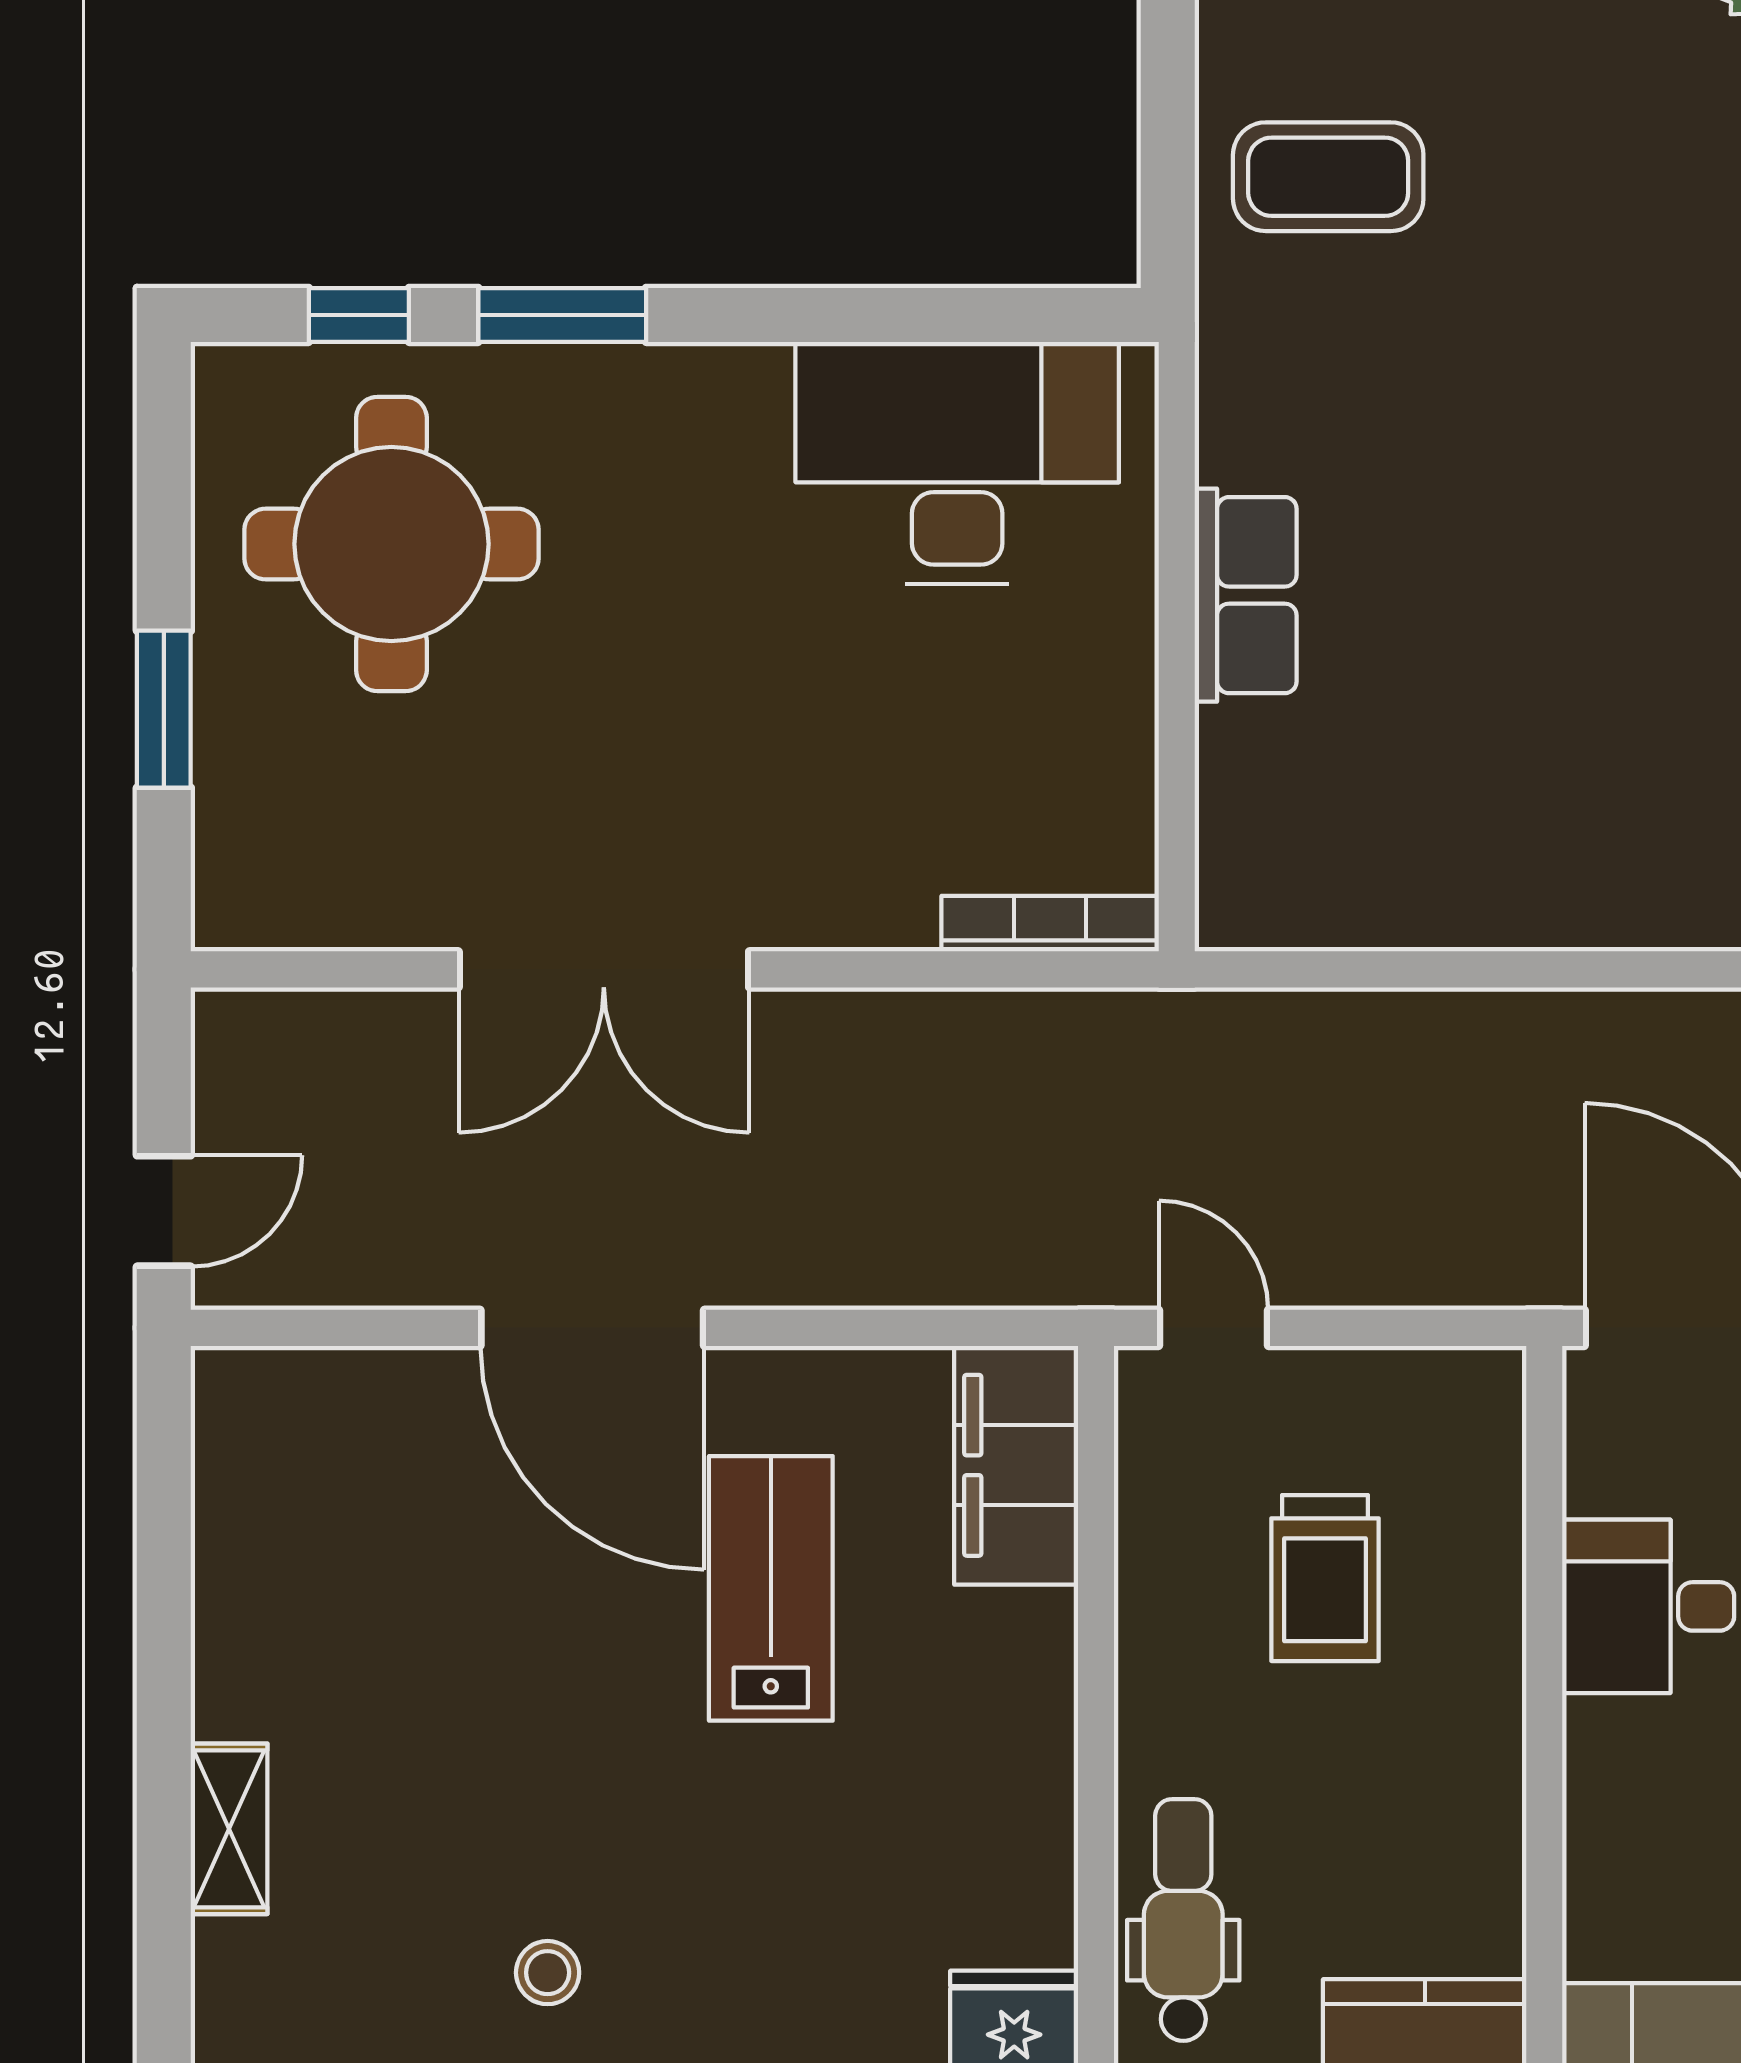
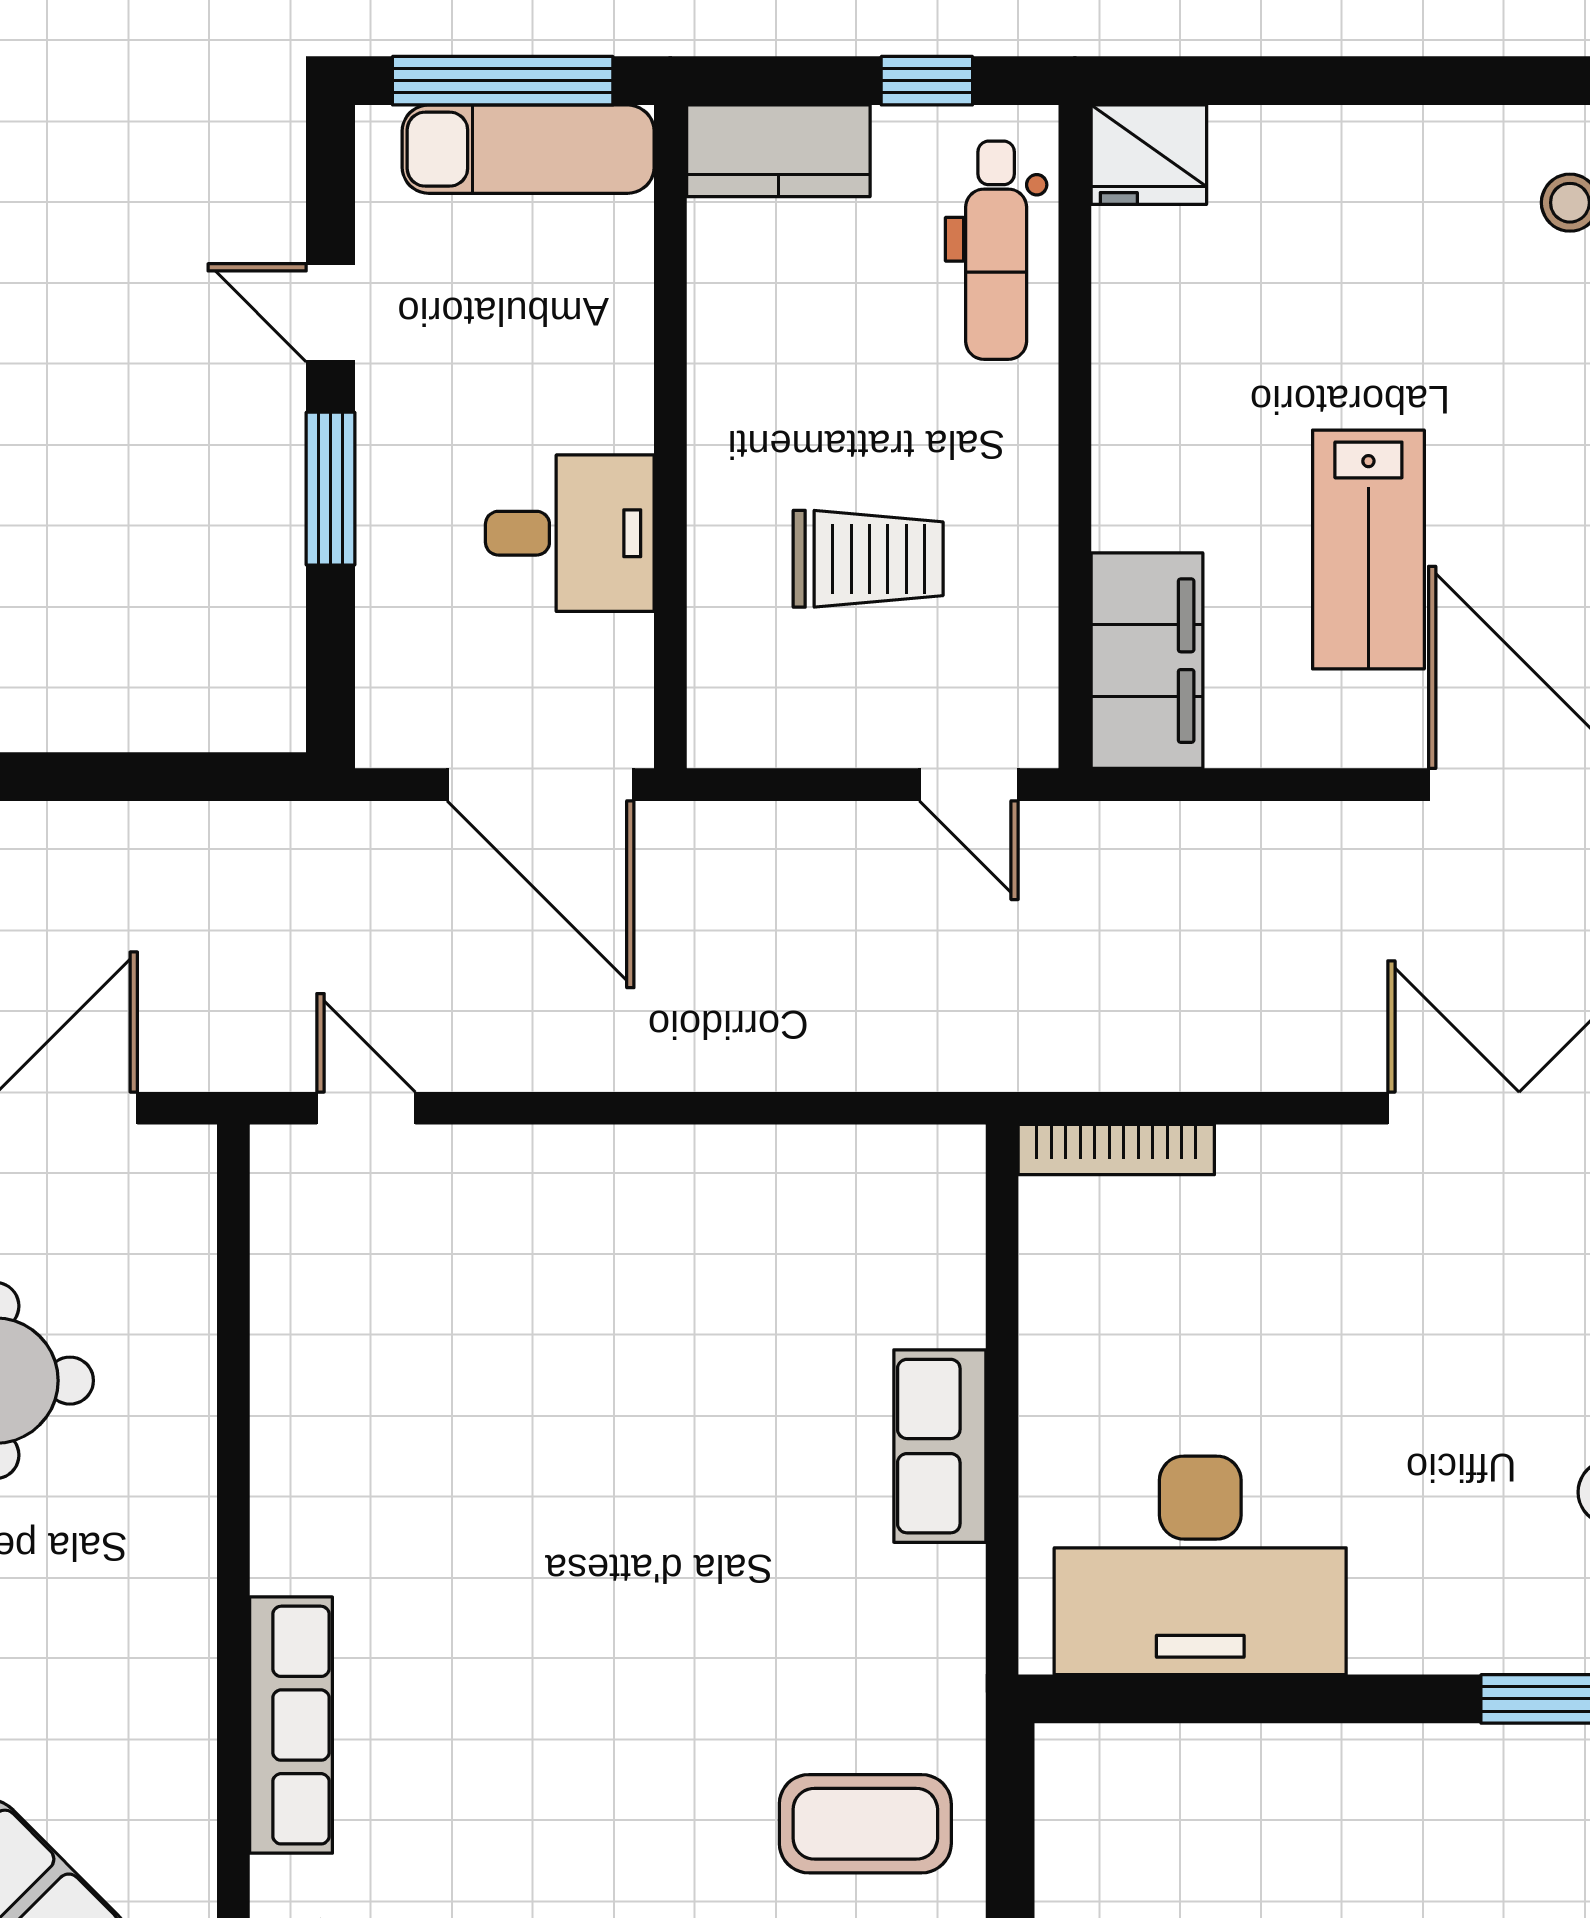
trolley: (1325, 1578) -> (868, 559), turned 90

